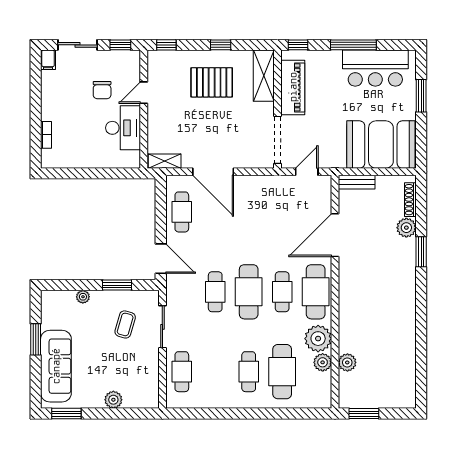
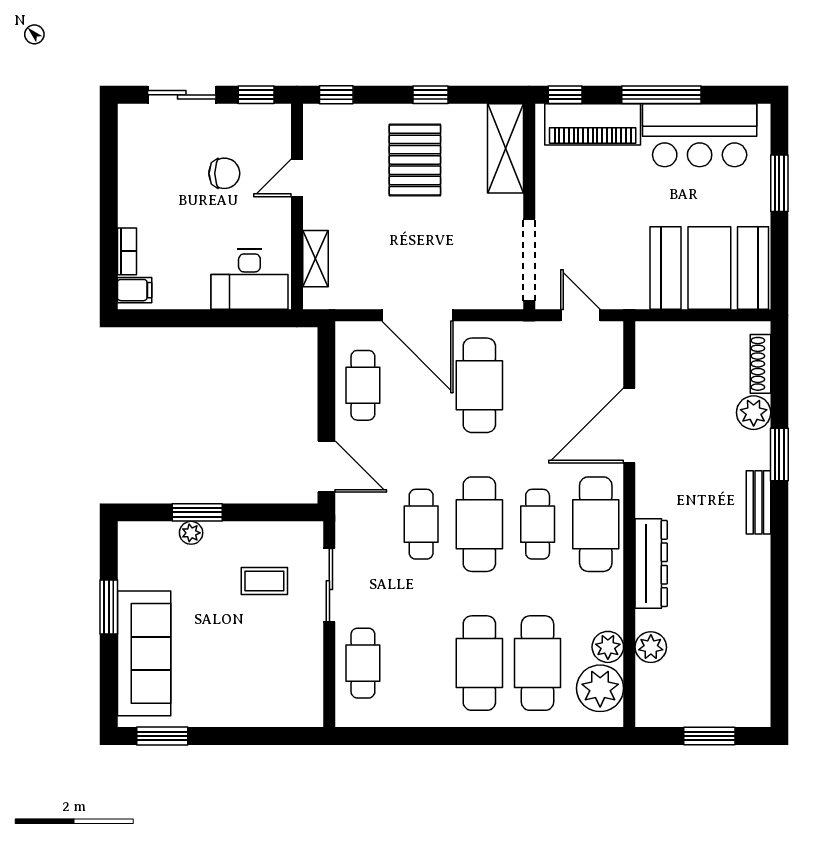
filing cabinet: (48, 60) -> (135, 290), moved, turned -90
pallet: (212, 82) -> (415, 160), turned 90
piano: (293, 87) -> (593, 124), moved, turned 90
chair: (102, 90) -> (224, 173), turned -90
desk: (123, 128) -> (249, 279), moved, turned 90
shelving: (165, 161) -> (316, 259), moved, turned 90
door: (307, 172) -> (580, 315), hinge flipped
bench: (357, 182) -> (758, 502), moved, turned 90
cafe table: (249, 212) -> (479, 385), added
window: (117, 285) -> (197, 512), moved
dresser: (348, 314) -> (651, 563), added
coffee table: (125, 324) -> (264, 581), turned 74
plant: (318, 339) -> (600, 688), moved
cafe table: (249, 372) -> (479, 663), width x1.37, depth x1.35
plant: (113, 400) -> (244, 712), removed
window: (364, 414) -> (709, 736), moved

